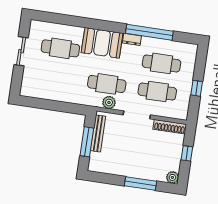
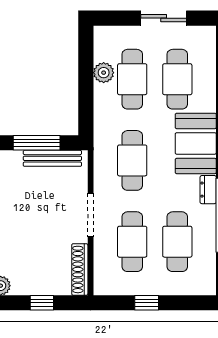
cafe table: (56, 76) -> (132, 79), added
plant: (109, 102) -> (104, 73), moved

